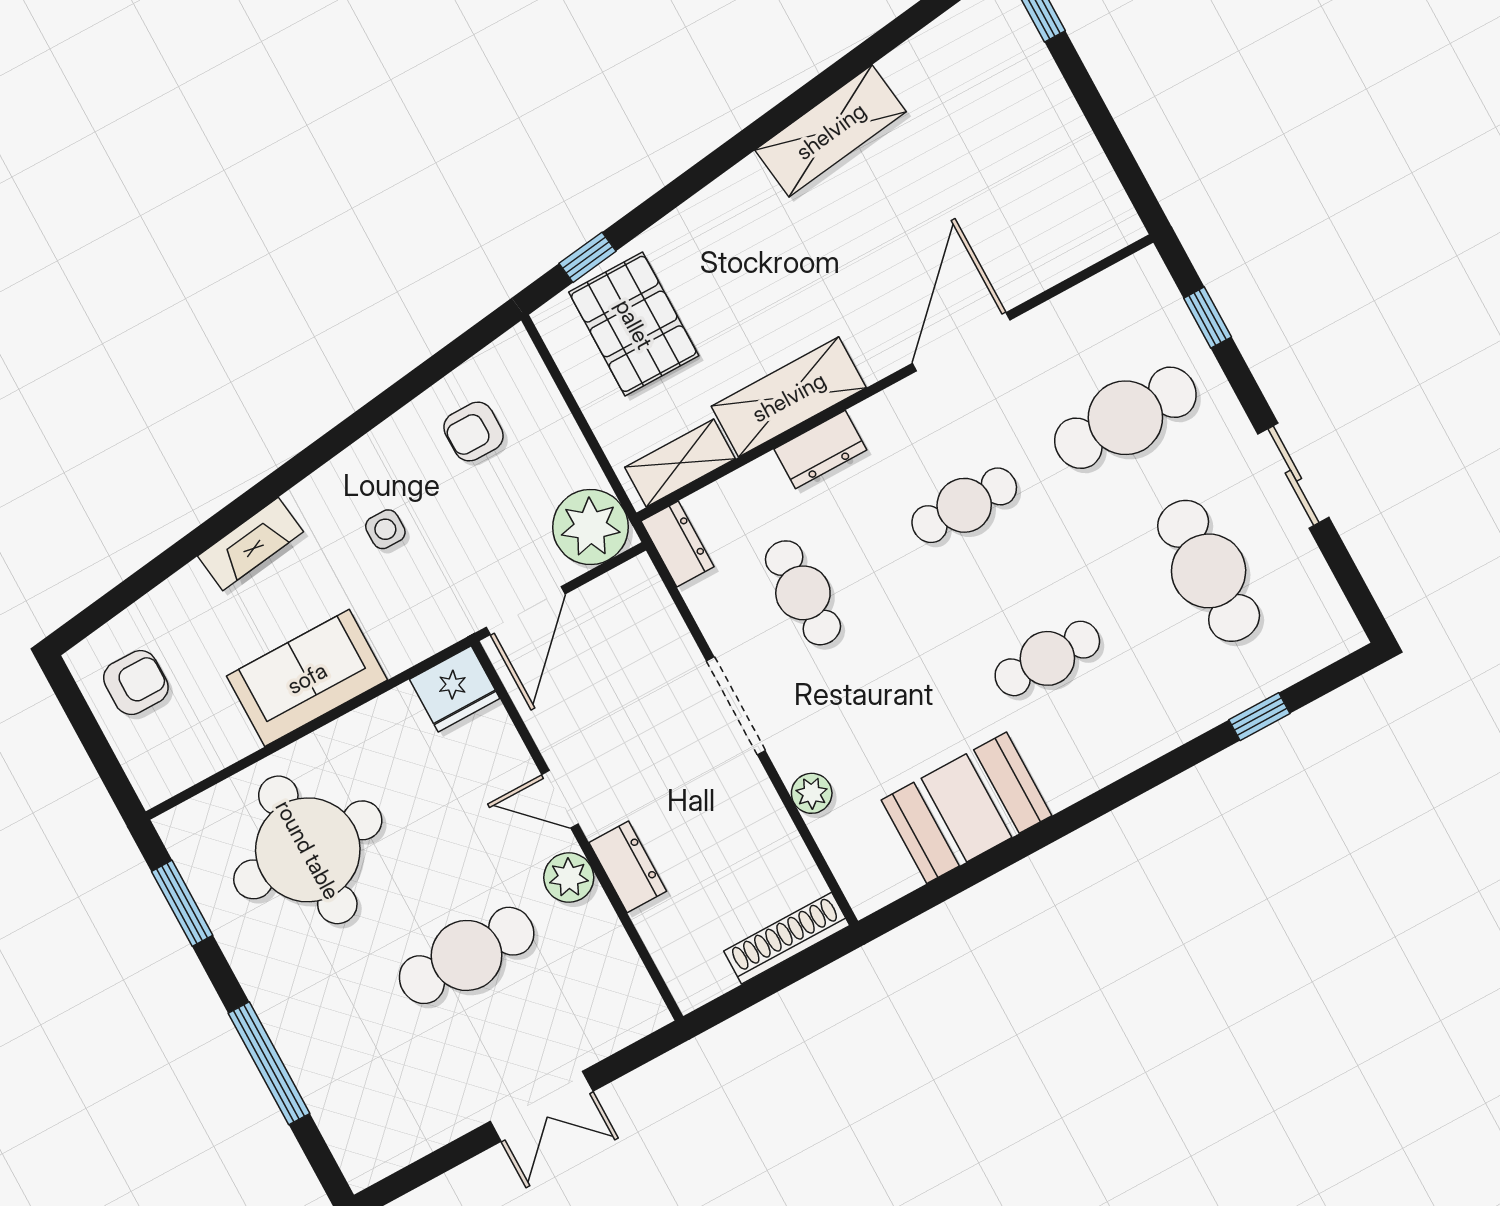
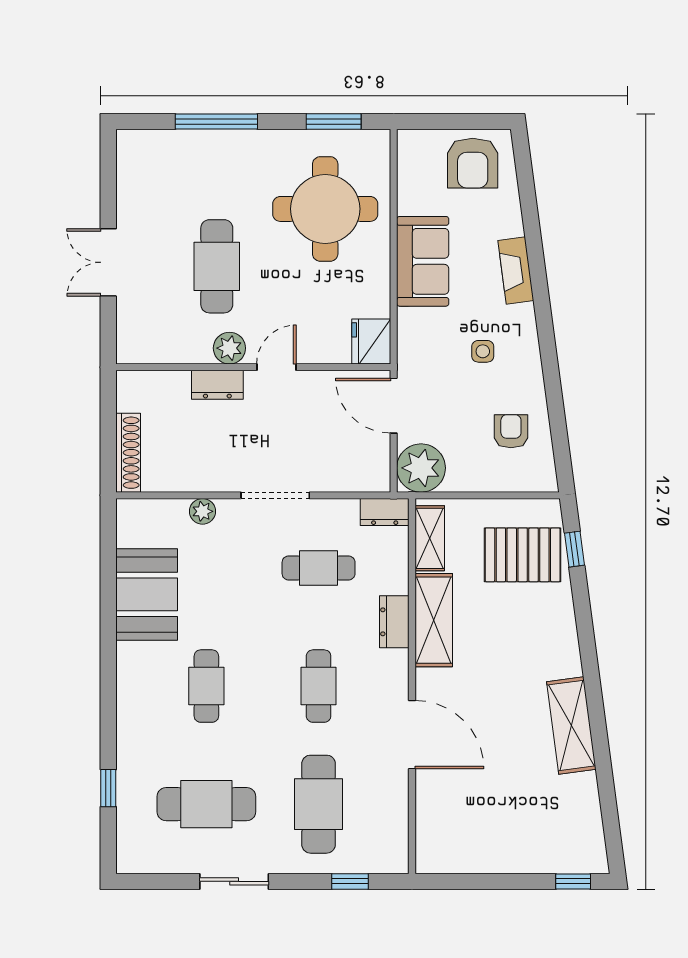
armchair: (136, 683) -> (473, 163), width x1.38, depth x1.38

